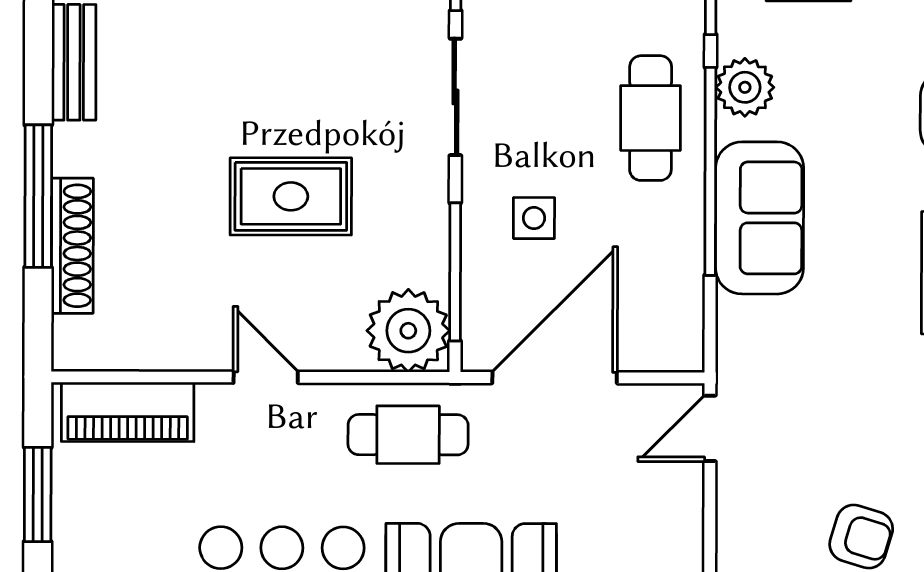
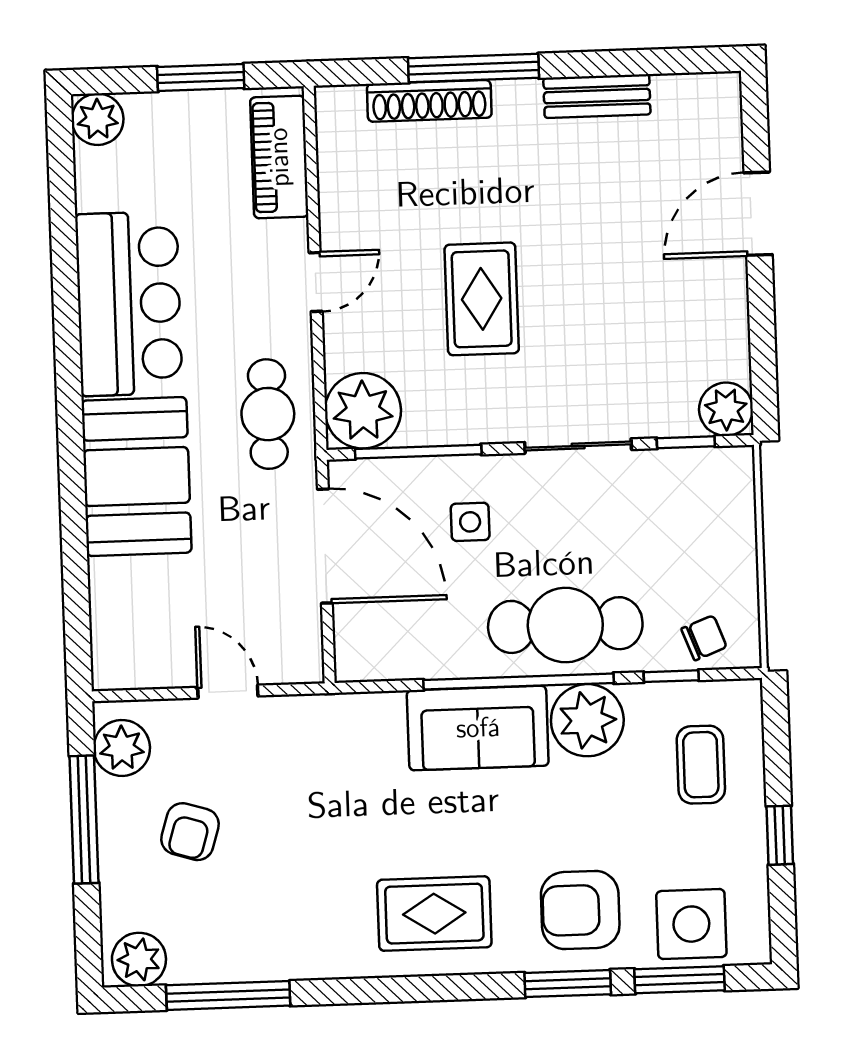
plant: (745, 87) -> (587, 720), width x1.36, depth x1.36
cafe table: (651, 118) -> (565, 625), width x1.37, depth x1.35
door: (710, 428) -> (228, 692), moved

